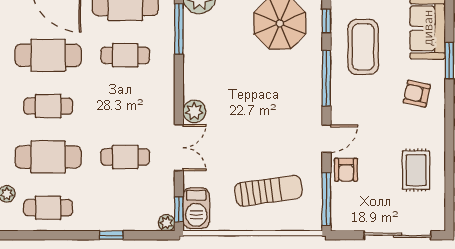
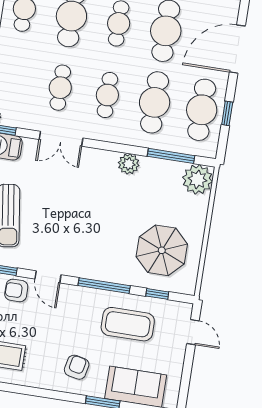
cafe table: (125, 55) -> (155, 102), width x1.37, depth x1.35
cafe table: (125, 106) -> (107, 95), added
plant: (194, 111) -> (129, 164), moved

